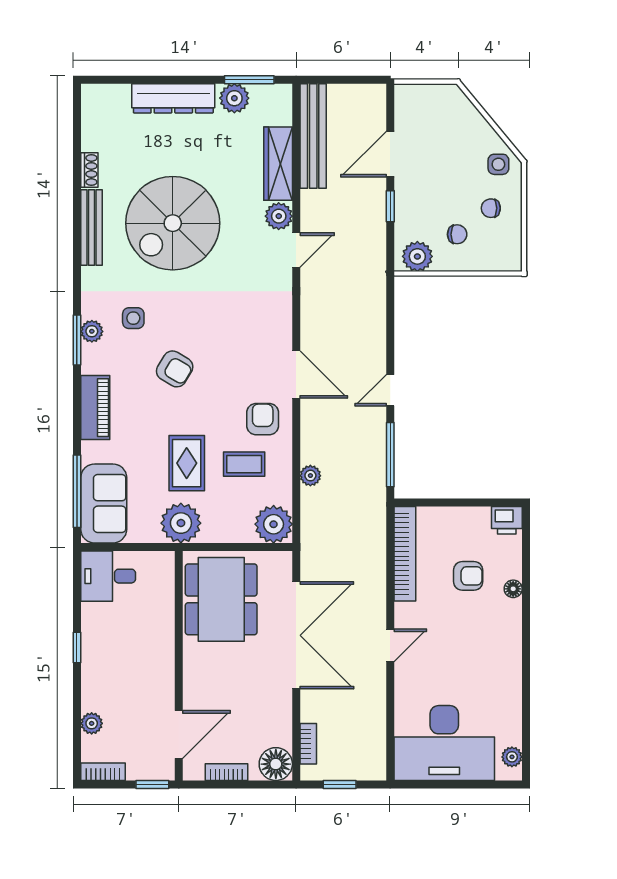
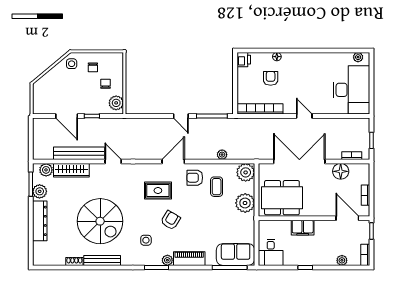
bench: (313, 136) -> (79, 153), moved
plant: (279, 216) -> (46, 170), moved
plant: (92, 331) -> (167, 260), moved
rug: (187, 463) -> (158, 191), moved
plant: (181, 523) -> (245, 203), moved
filing cabinet: (159, 642) -> (303, 228), added
floor lamp: (276, 764) -> (341, 171), moved

